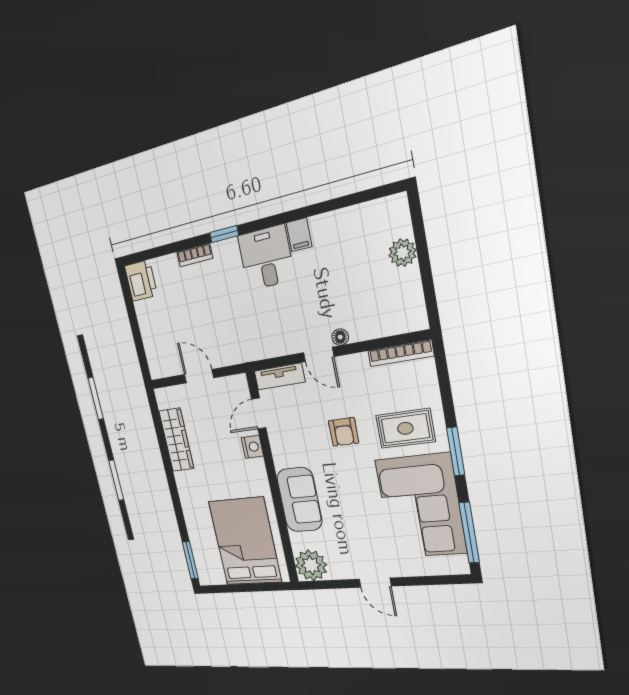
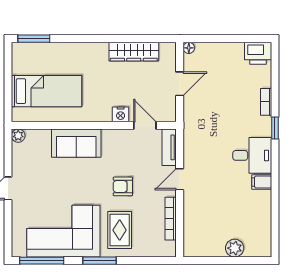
floor lamp: (340, 337) -> (189, 48), moved
bookcase: (401, 353) -> (171, 219), moved
bed: (245, 542) -> (46, 91), width x0.67
plant: (311, 565) -> (18, 136), width x0.53, depth x0.53

